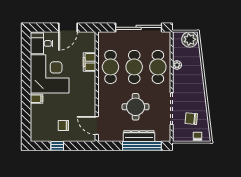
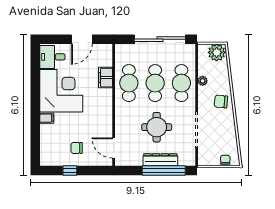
chair: (191, 119) -> (221, 101), moved

